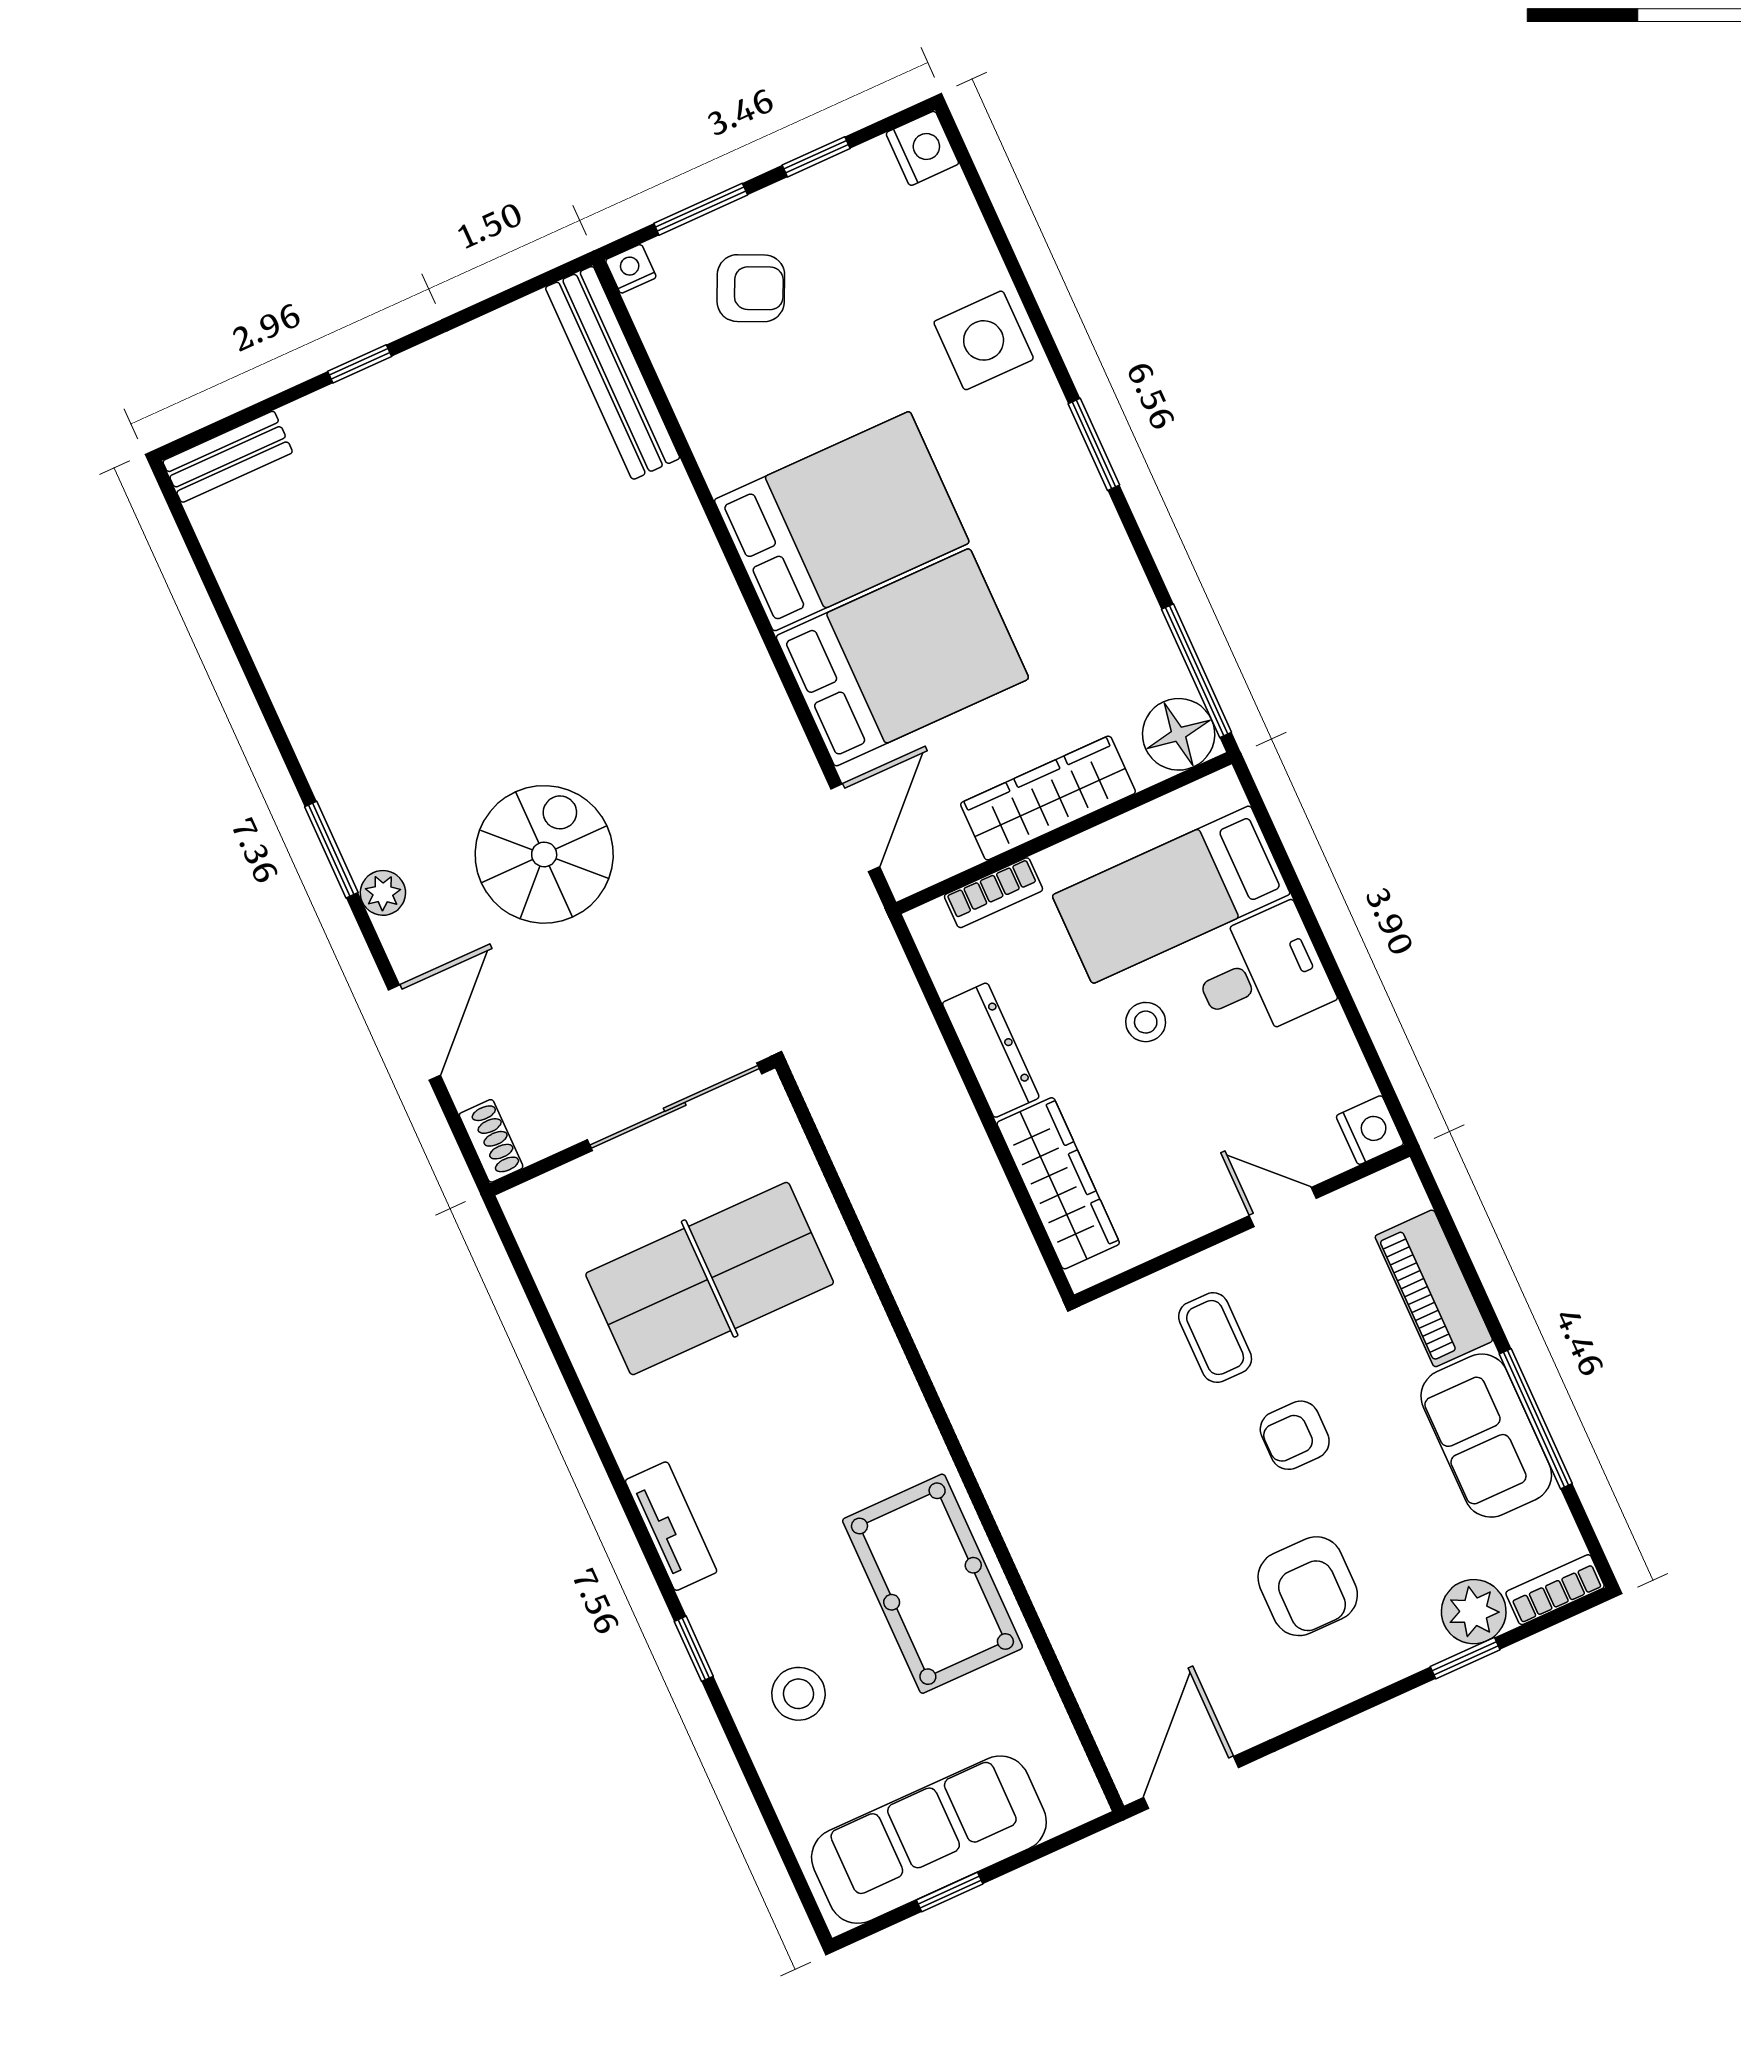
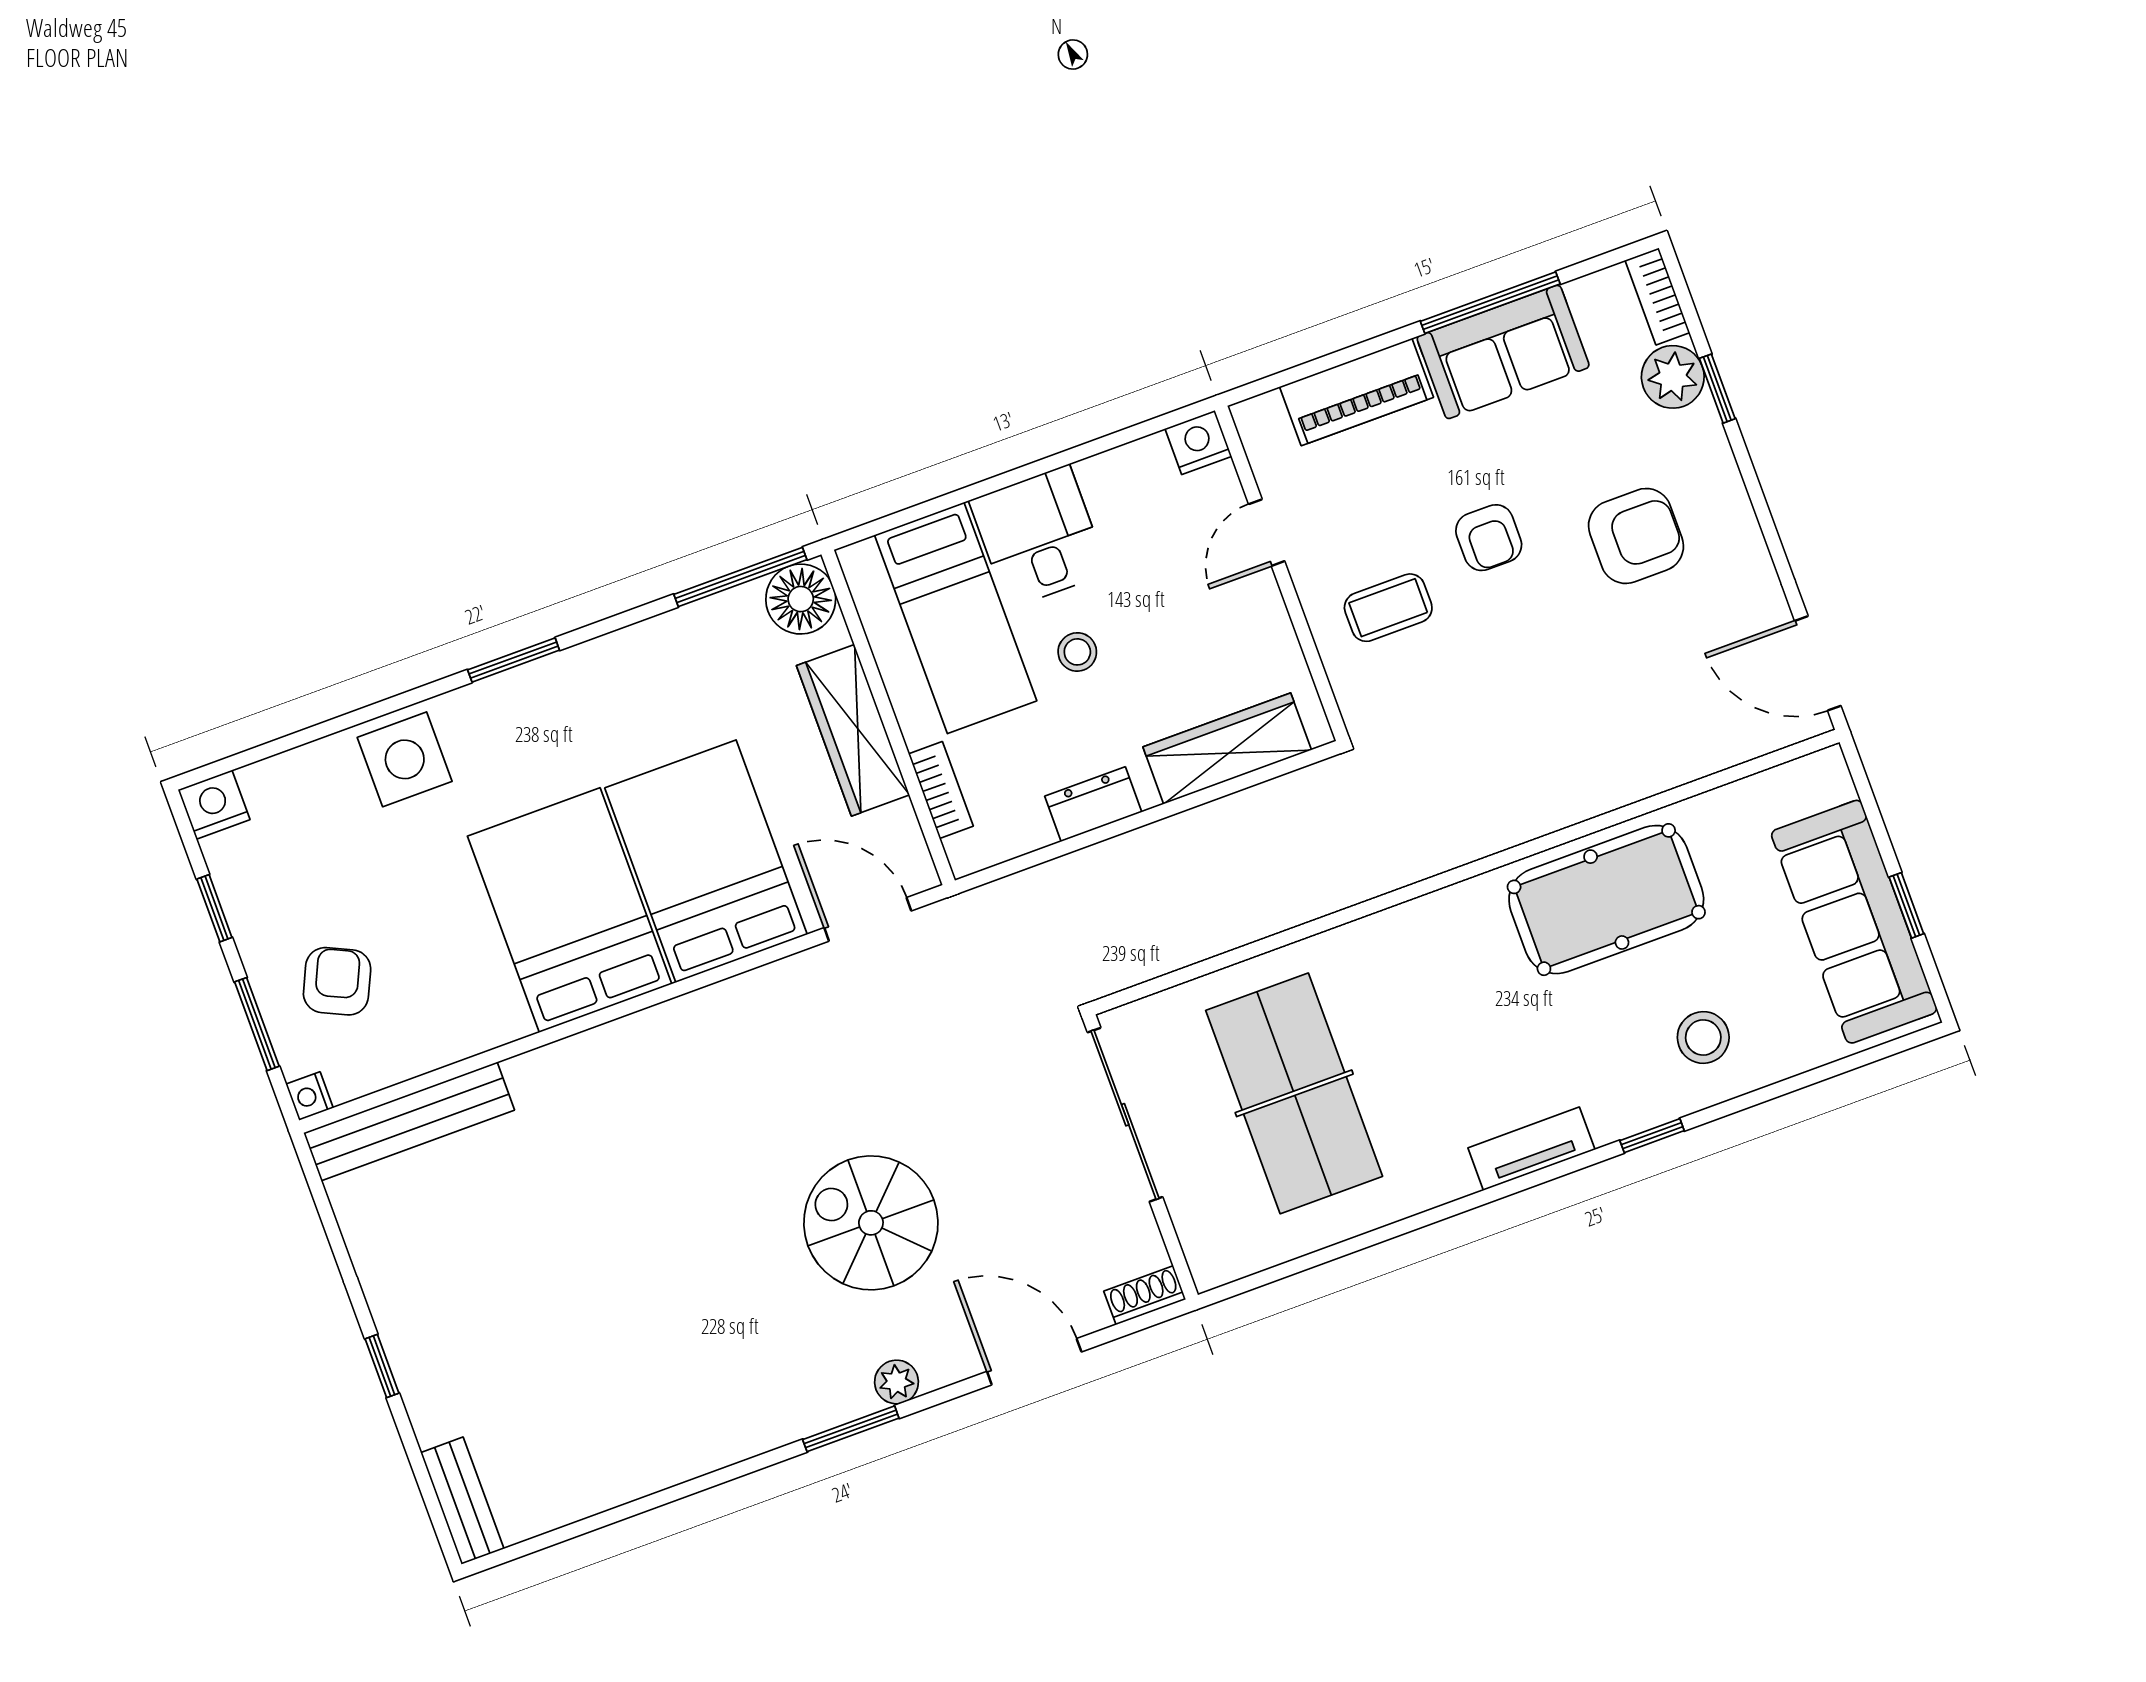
dresser: (991, 1050) -> (1093, 804), width x0.70

